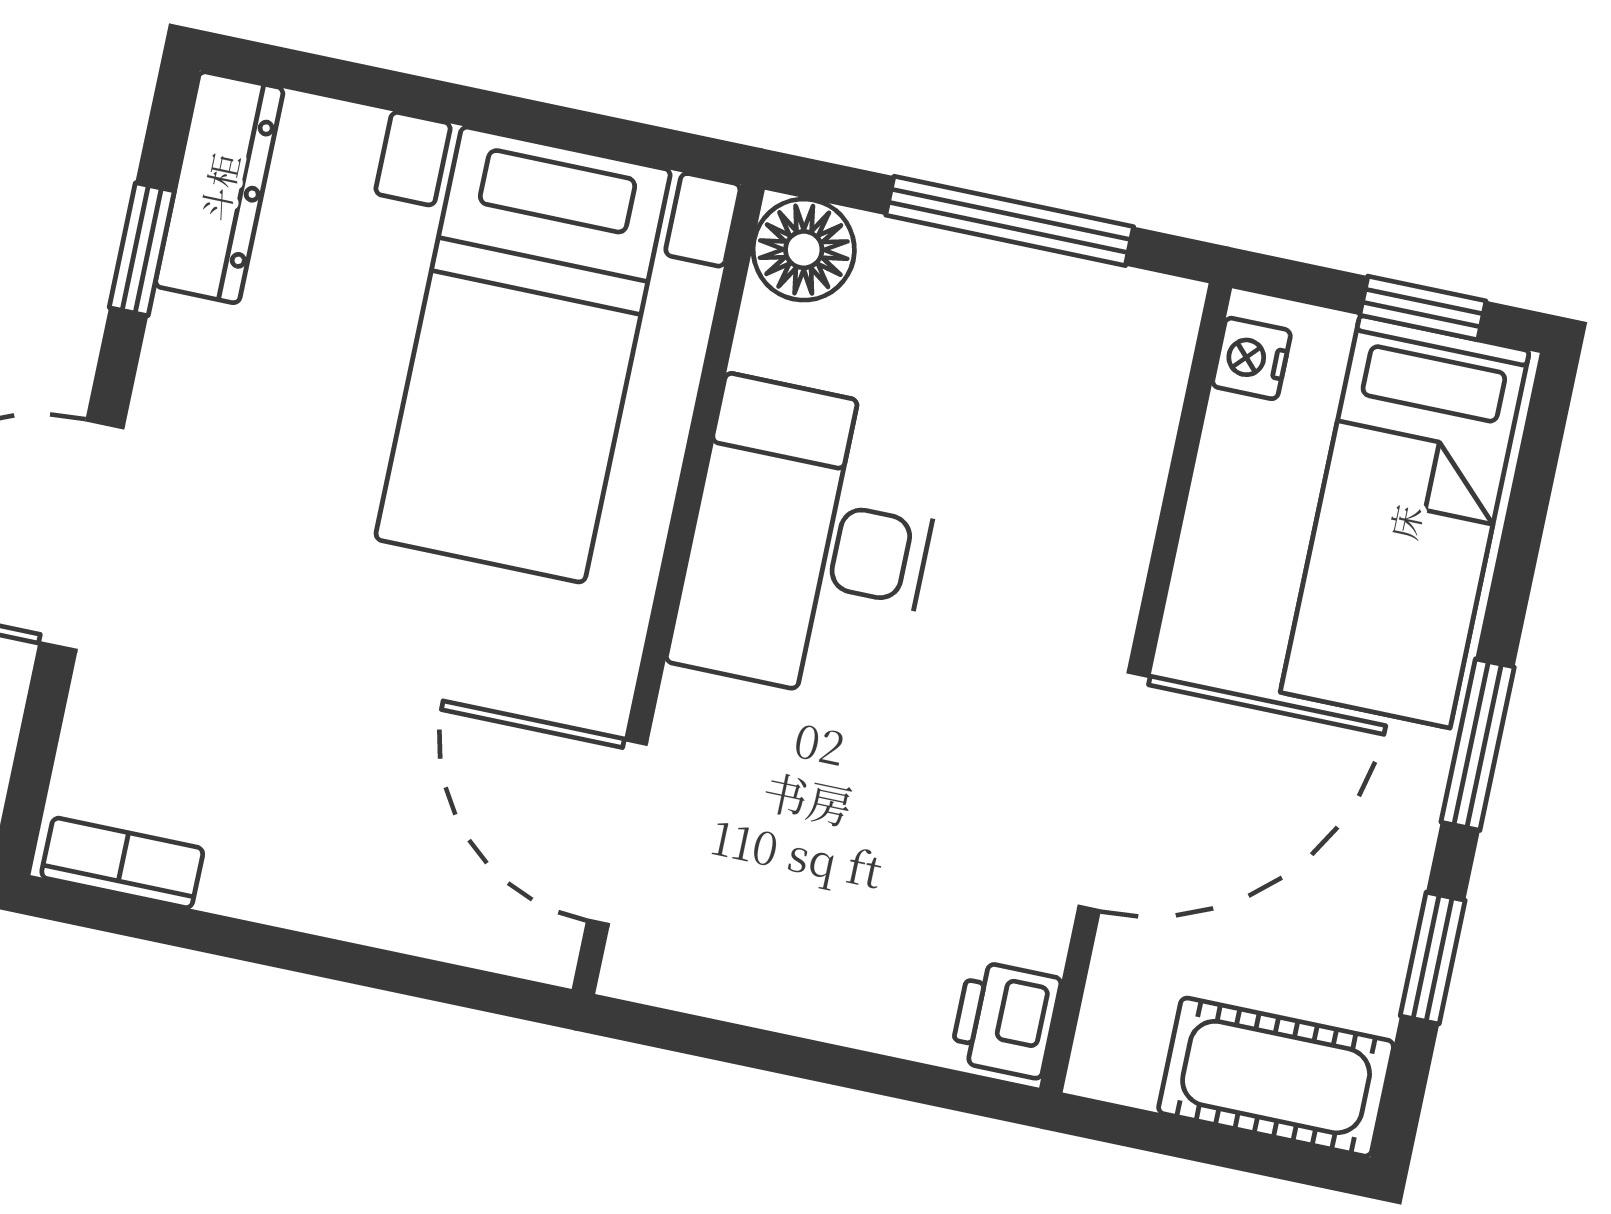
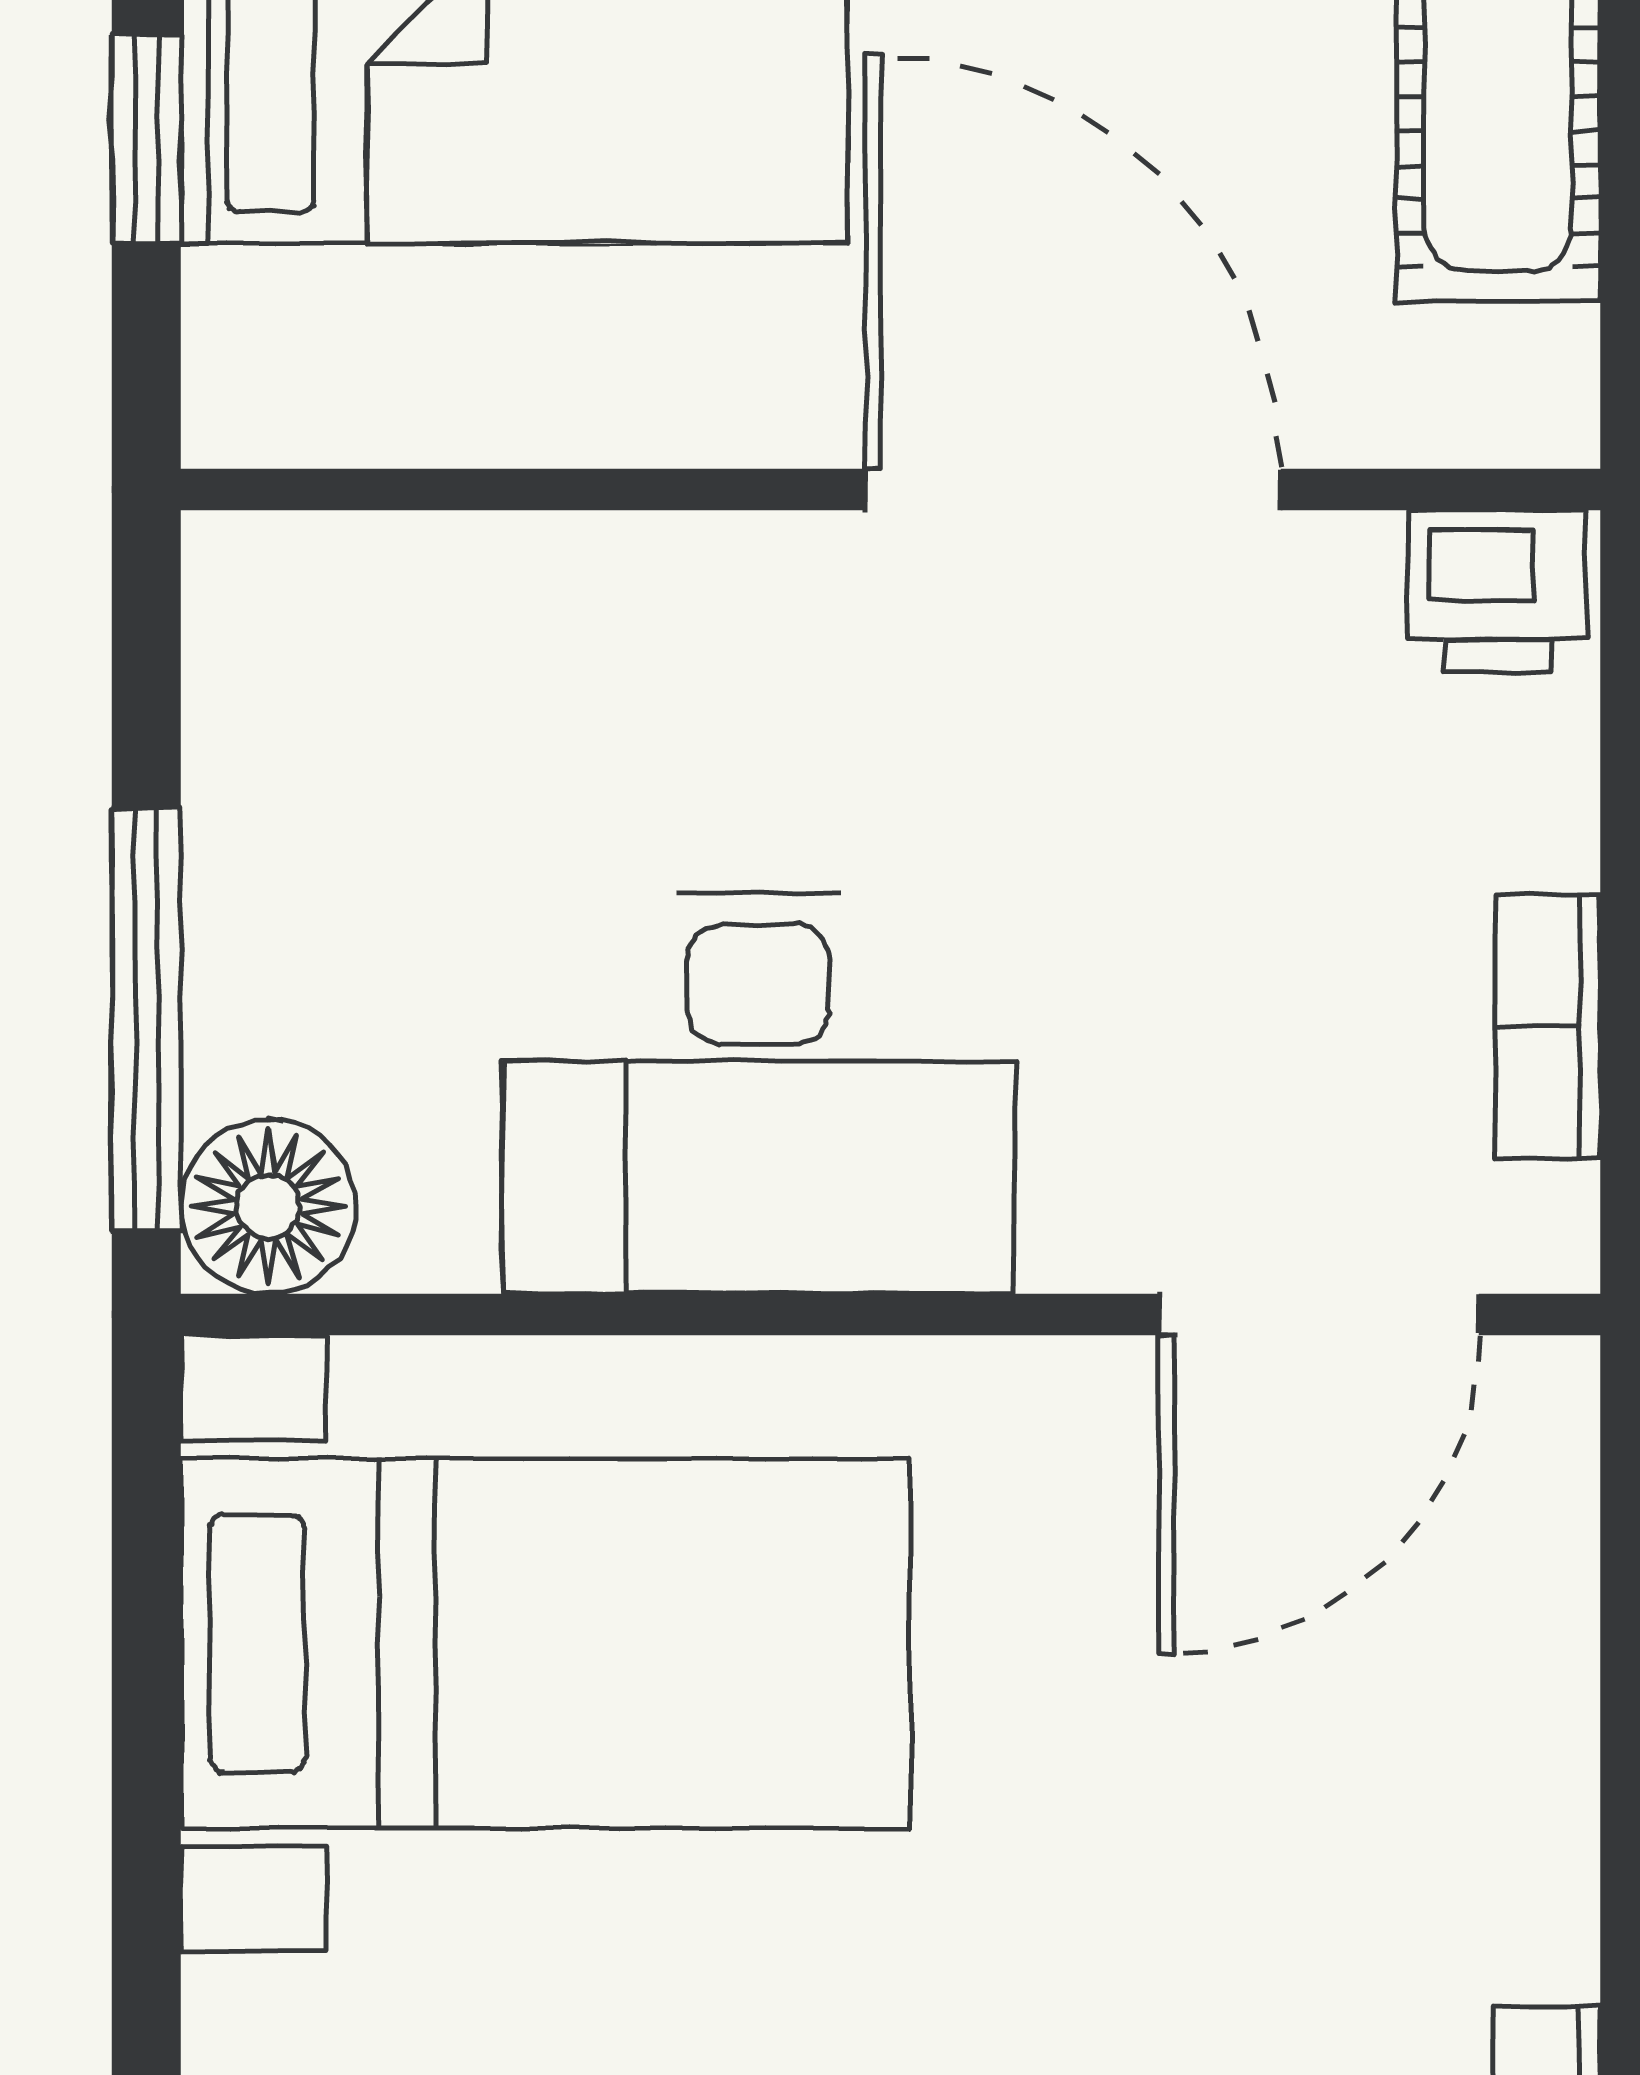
window: (1010, 221) -> (146, 1020), moved
nightstand: (1252, 358) -> (293, 411), removed
bookcase: (753, 996) -> (1548, 1027), added

